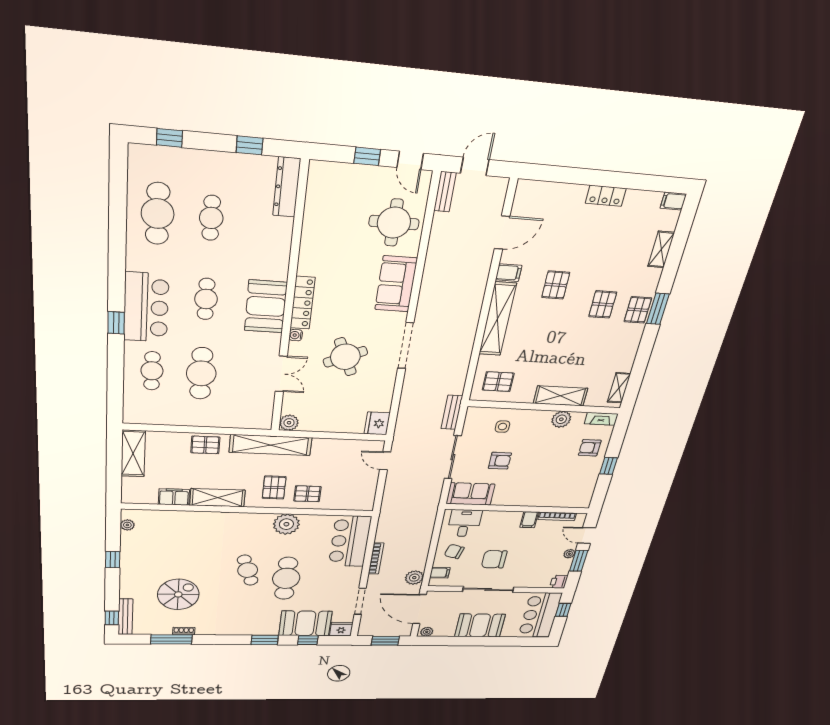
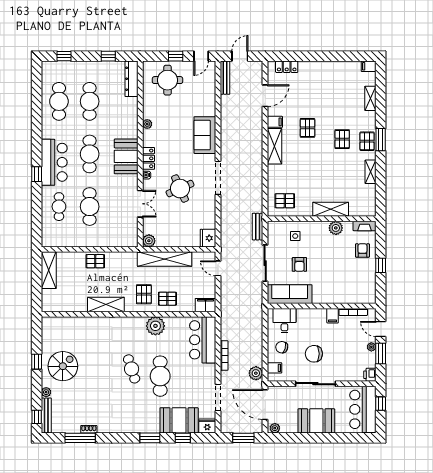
door: (410, 160) -> (201, 56), hinge flipped
bench: (445, 192) -> (225, 78), width x1.36
locker: (606, 196) -> (287, 67), moved
cafe table: (211, 218) -> (90, 101), width x1.37, depth x1.35
round table: (394, 223) -> (168, 80), moved
plant: (305, 261) -> (147, 124), added
cafe table: (206, 299) -> (90, 154), width x1.37, depth x1.35
locker: (303, 303) -> (149, 158), width x0.66
shelving: (498, 319) -> (275, 146), width x0.68
shelving: (619, 388) -> (371, 172), moved
shelving: (271, 445) -> (165, 259), moved
armchair: (590, 448) -> (362, 250), turned 90
armchair: (500, 461) -> (299, 264), turned 90
sofa: (470, 494) -> (290, 294), width x1.36
filing cabinet: (174, 497) -> (205, 305), moved
plant: (127, 525) -> (46, 392), moved
spiral stairs: (178, 594) -> (63, 366), moved

